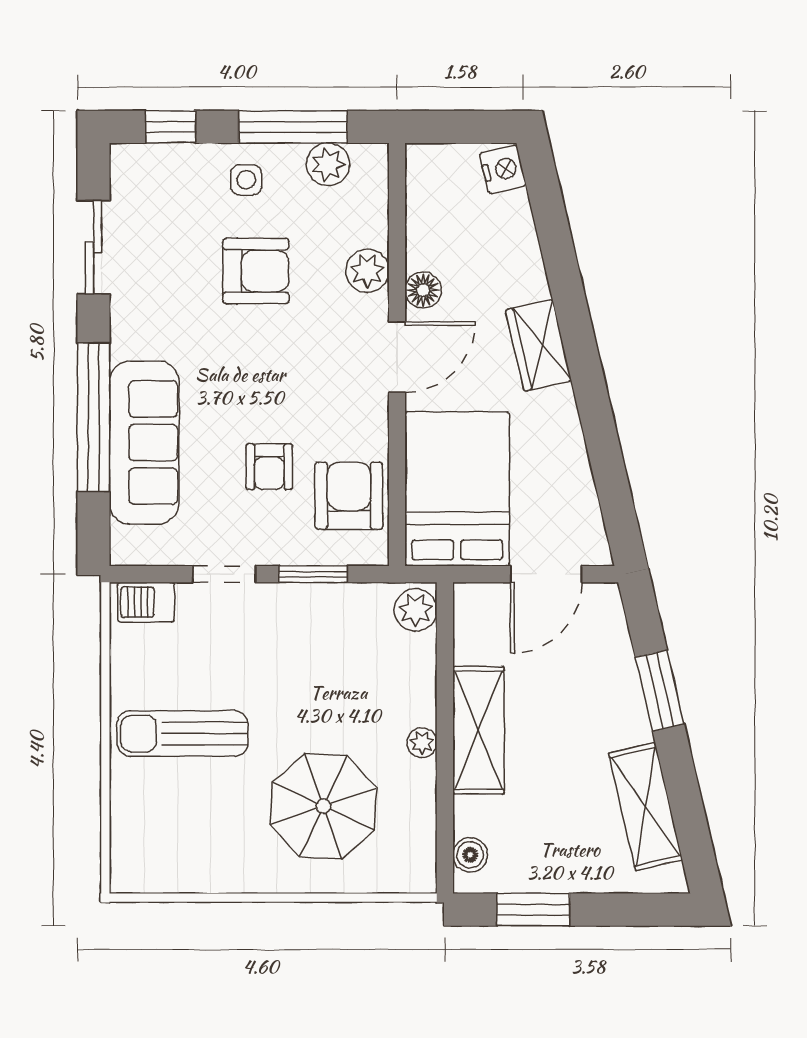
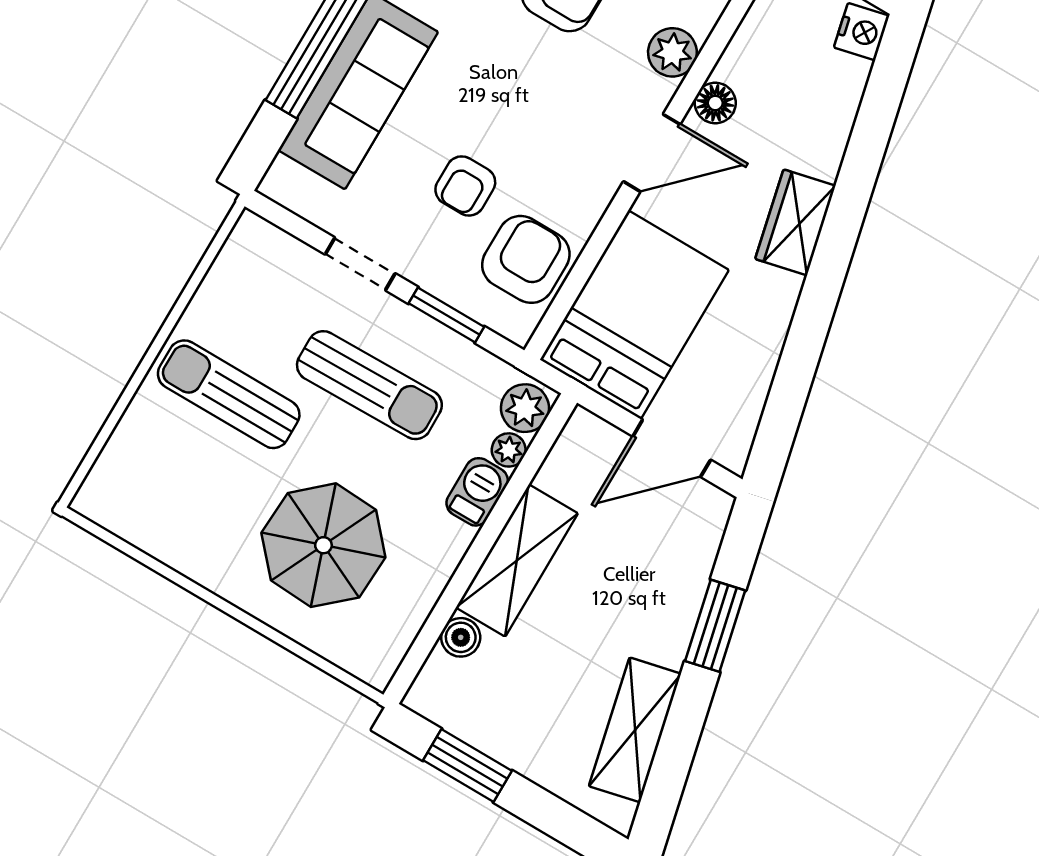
barbecue: (146, 602) -> (477, 492), moved, turned 90
sun lounger: (286, 663) -> (369, 385), added
plant: (422, 743) -> (509, 450), moved
boiler: (470, 855) -> (461, 637), moved

